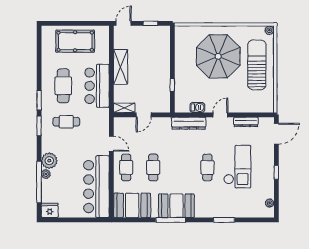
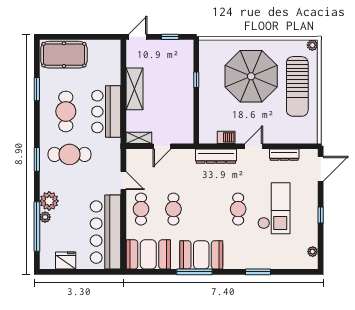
pool table: (75, 41) -> (64, 55), moved
sun lounger: (257, 65) -> (297, 86), turned 180
window: (172, 85) -> (196, 80), moved
window: (39, 100) -> (37, 89), moved
cafe table: (66, 122) -> (70, 154), width x1.37, depth x1.35
fridge: (50, 210) -> (66, 261), moved

